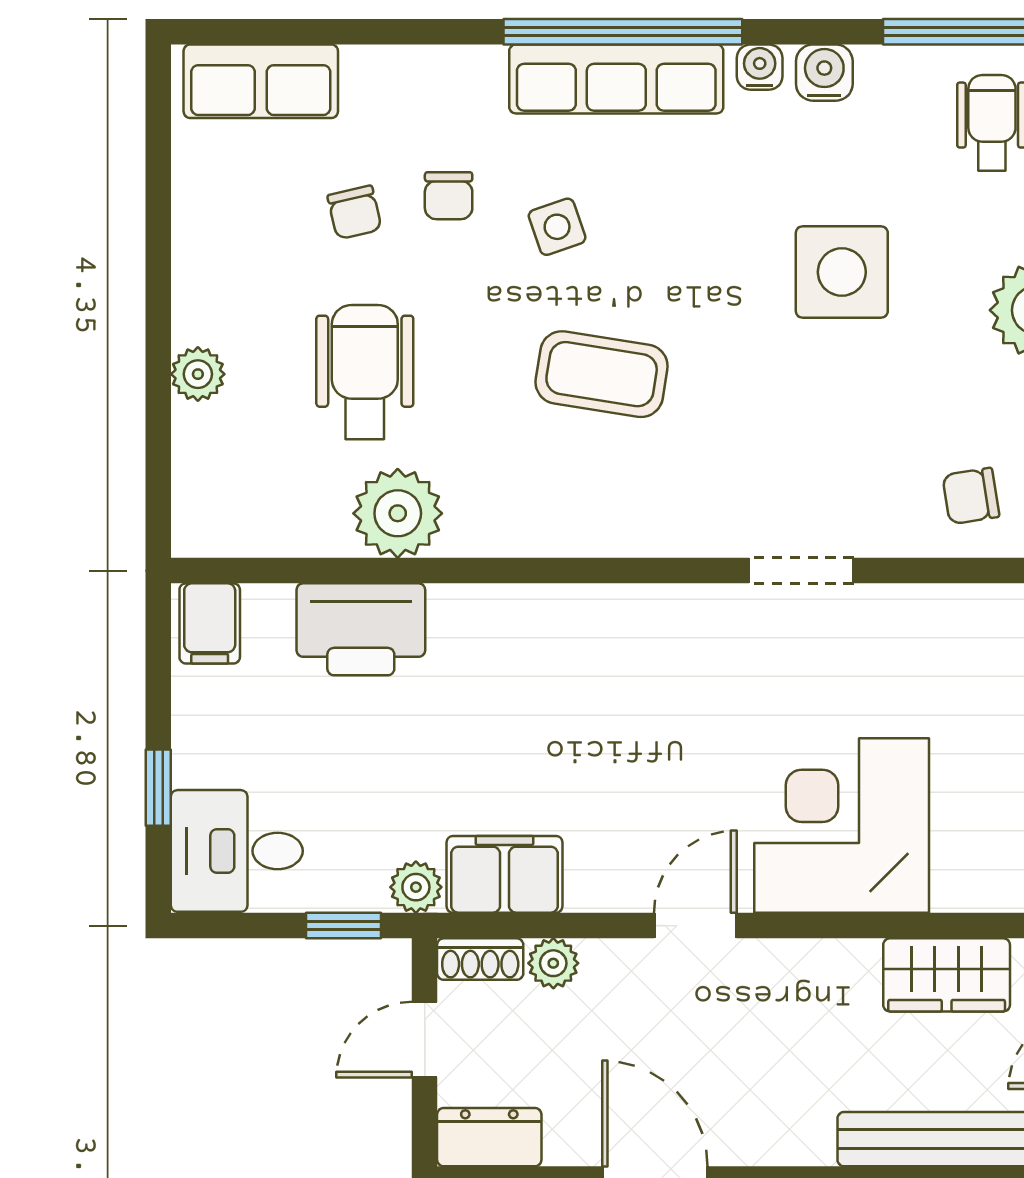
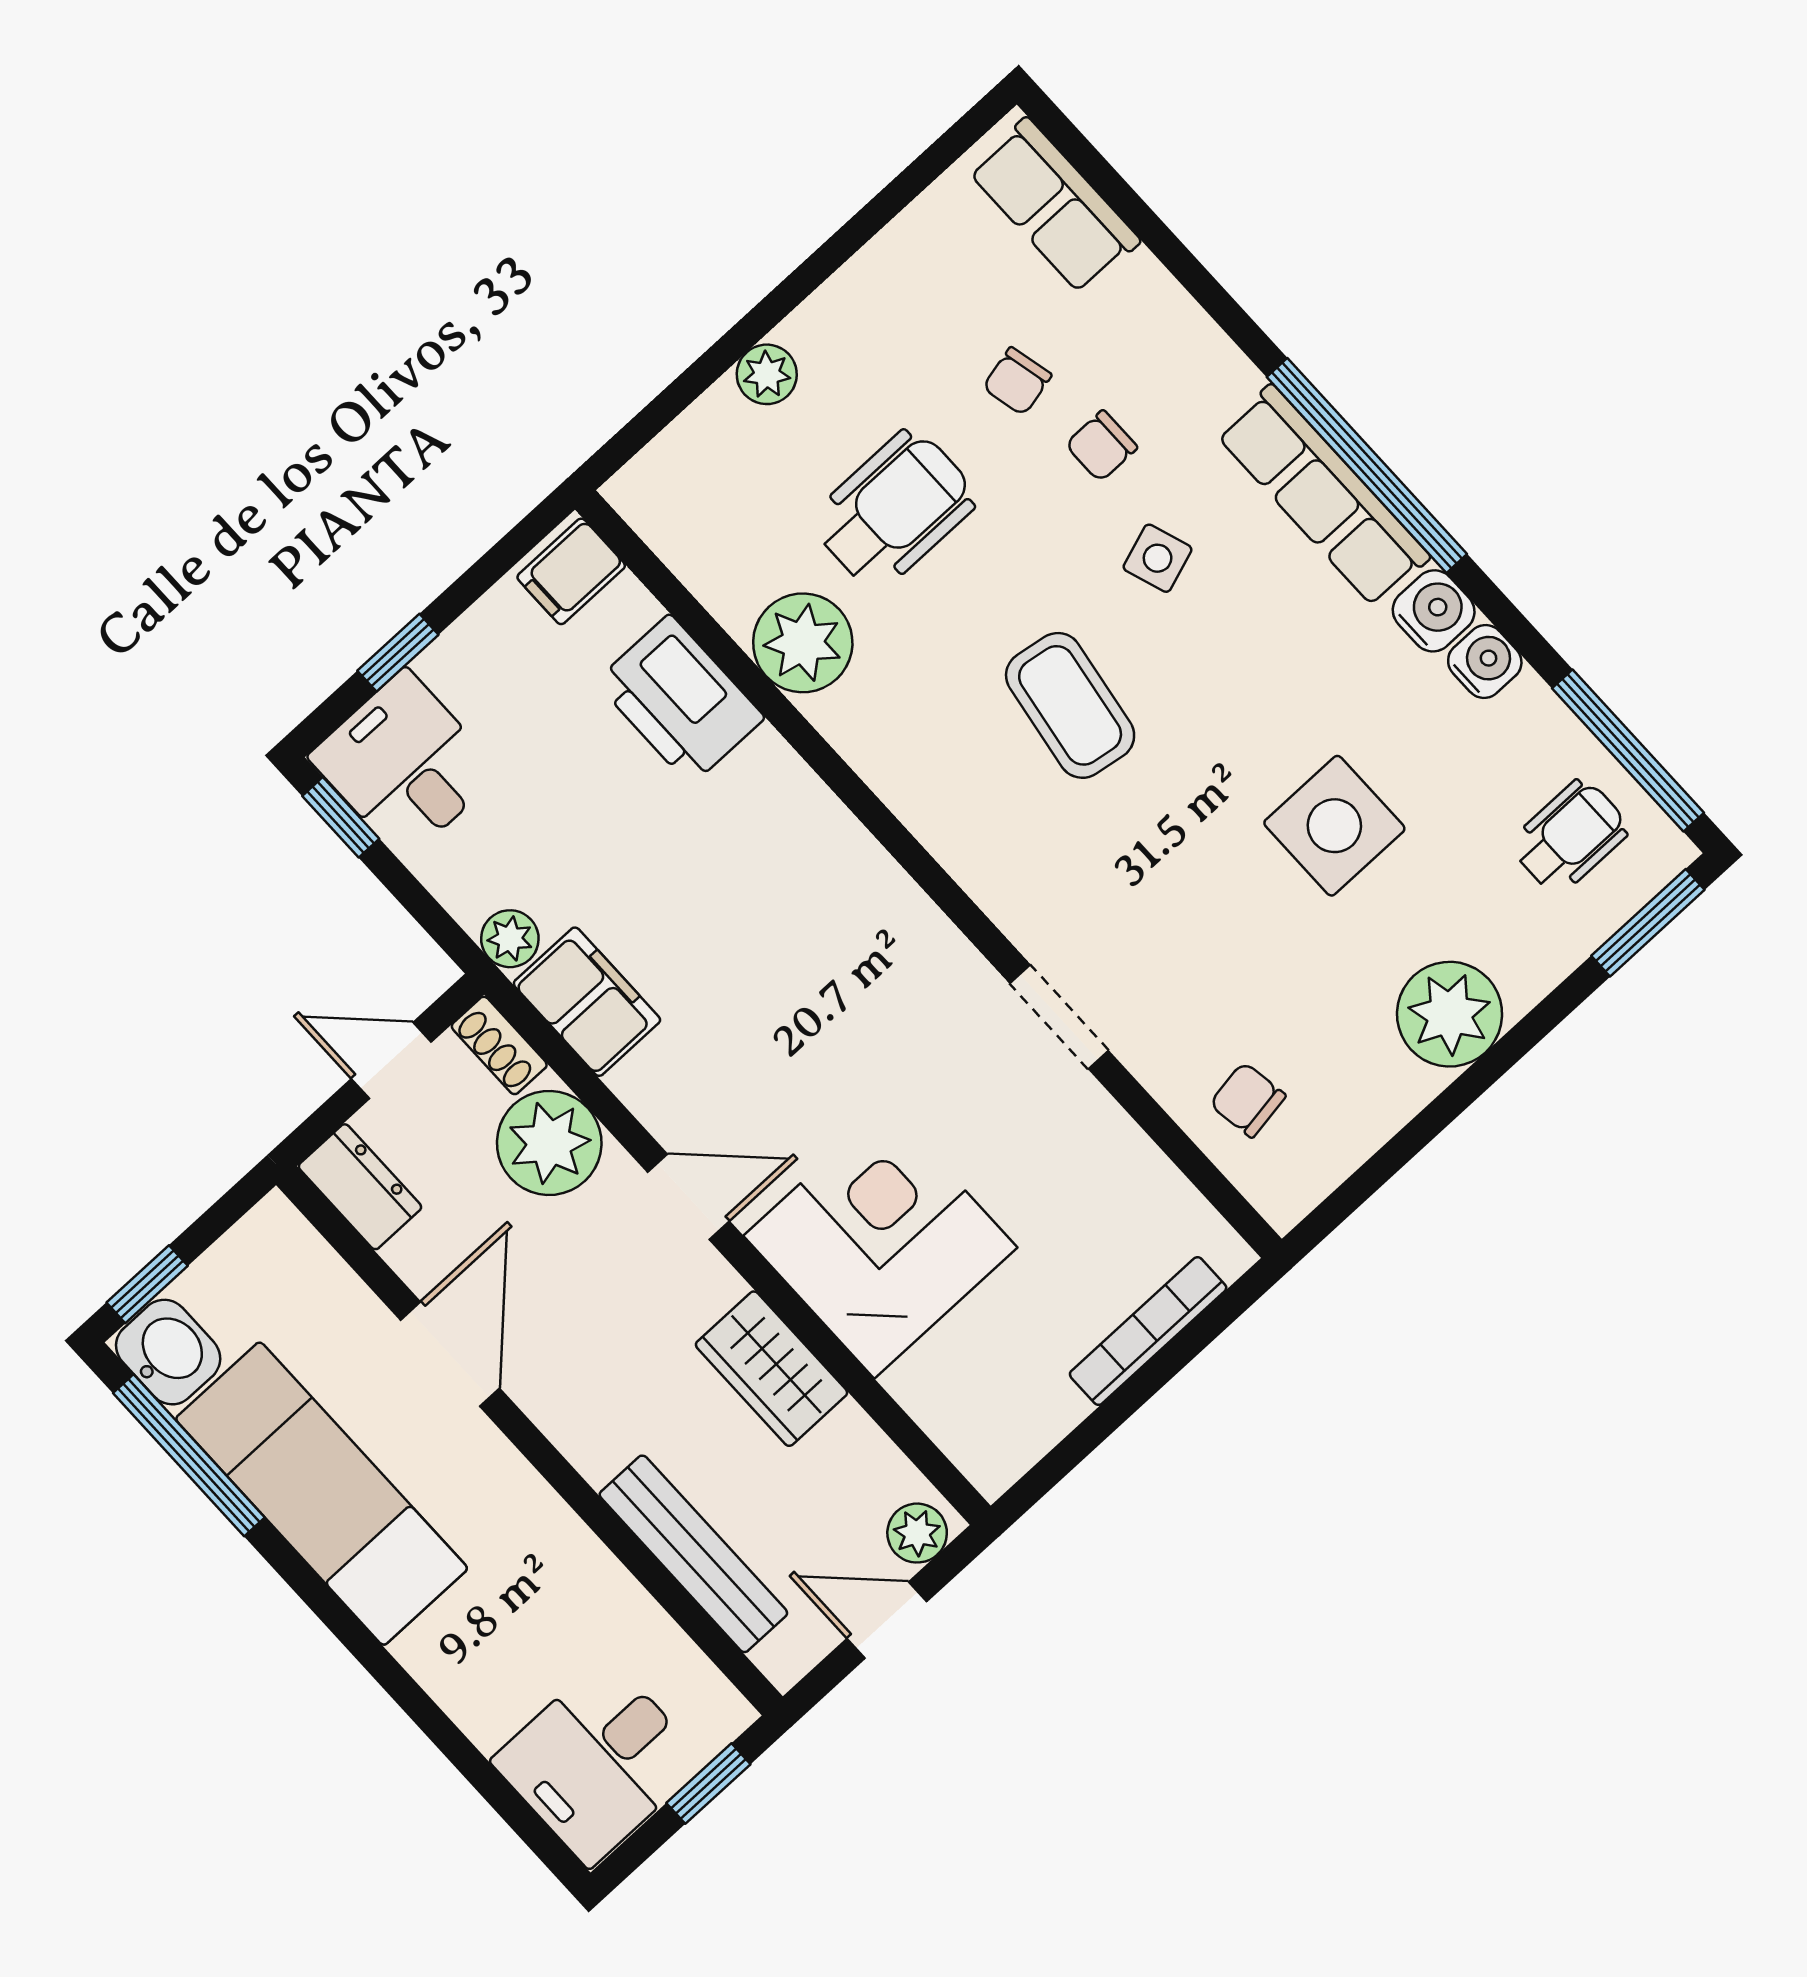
water cooler: (760, 67) -> (1434, 611), width x1.38, depth x1.38
window: (344, 926) -> (341, 817), moved
plant: (553, 963) -> (549, 1143), width x1.87, depth x1.87
wardrobe: (947, 975) -> (772, 1369), moved

